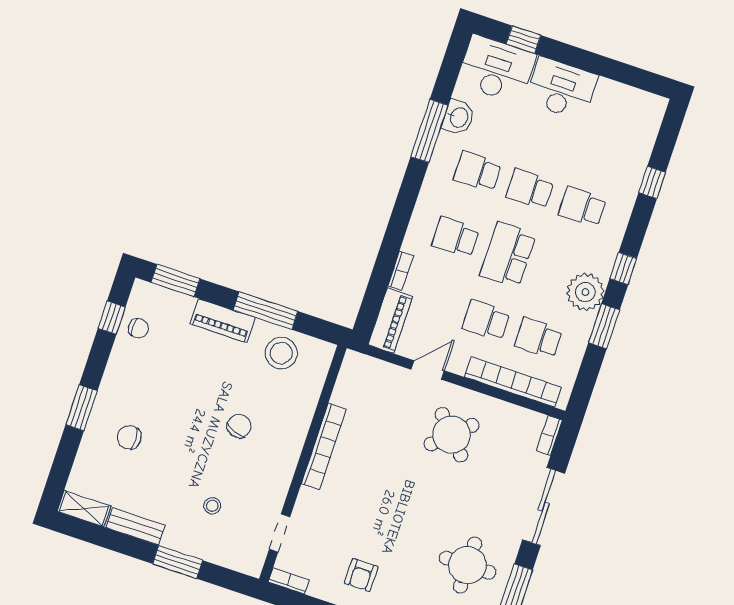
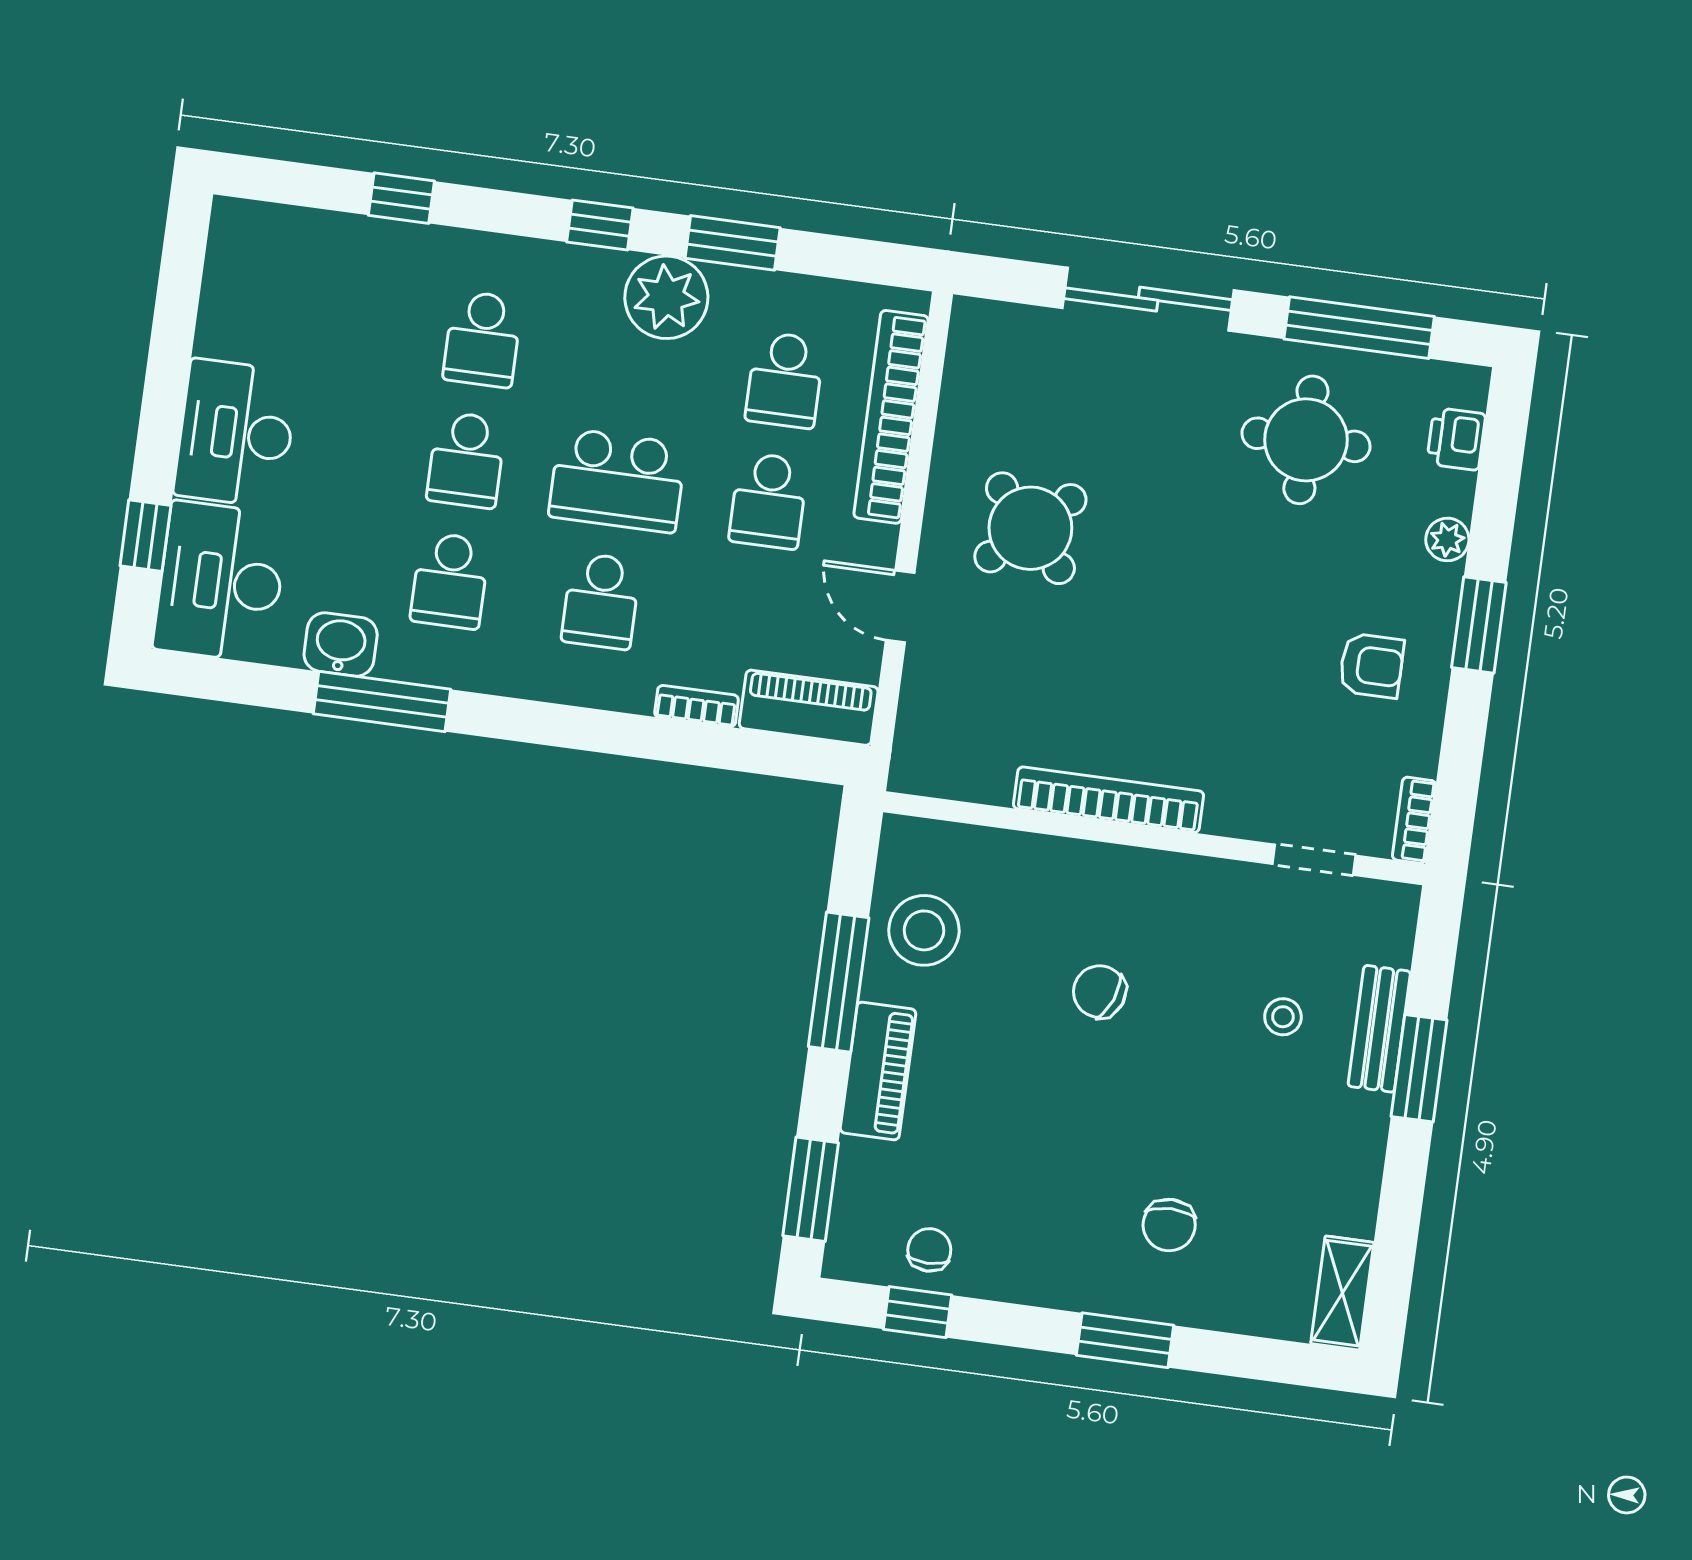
bookcase: (549, 436) -> (992, 316), removed
bench: (135, 527) -> (1379, 1029), moved

